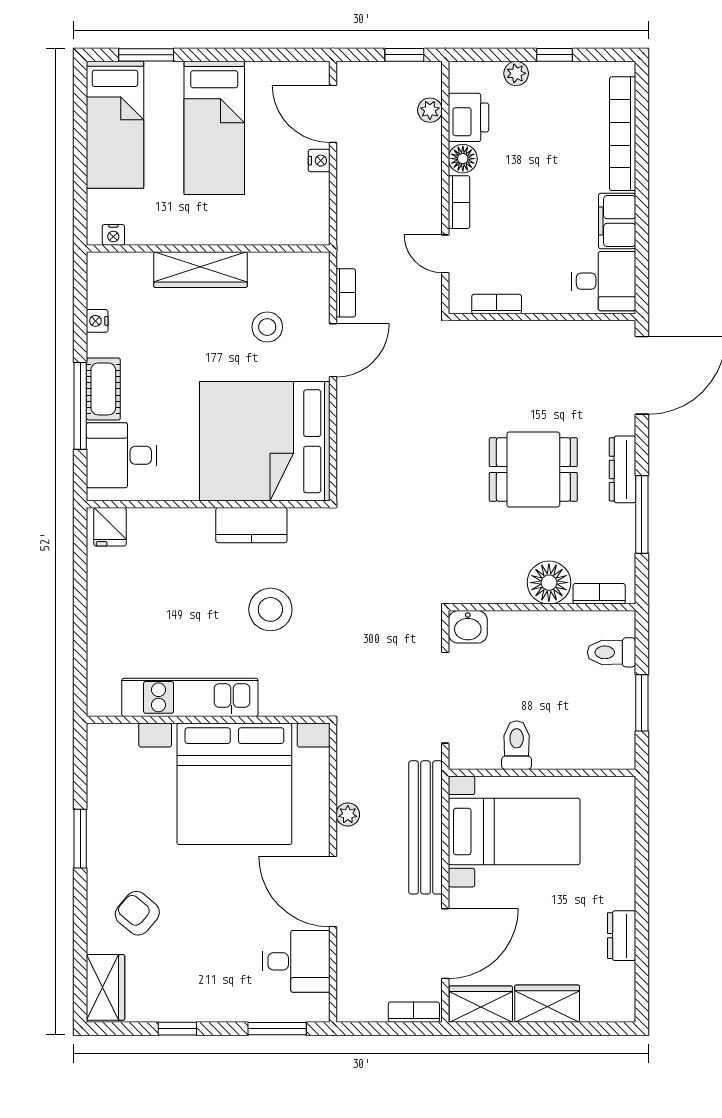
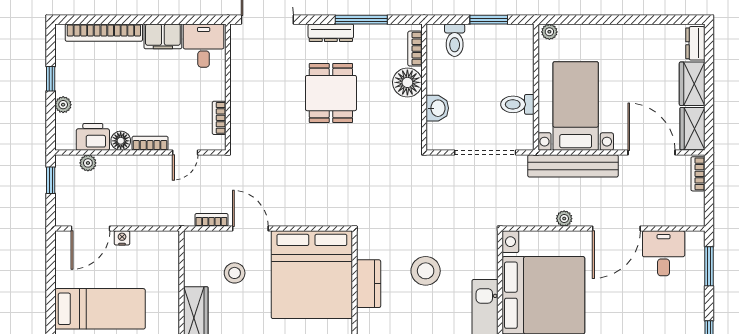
washbasin: (468, 627) -> (437, 108), moved
plant: (624, 793) -> (549, 32), added
dresser: (622, 936) -> (695, 43), moved, turned 90

